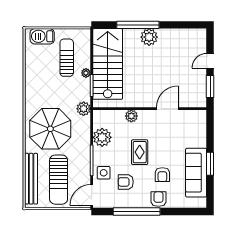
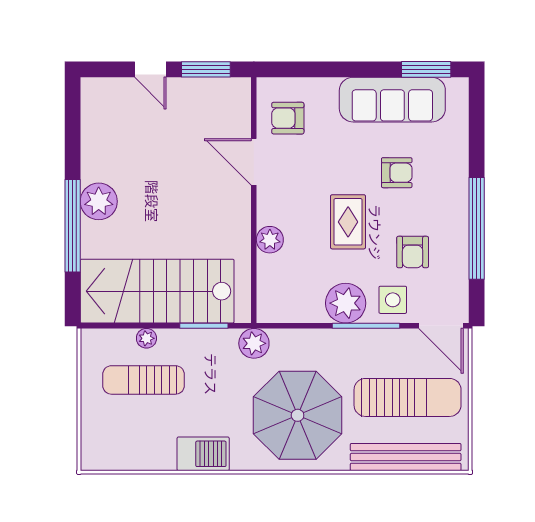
barbecue: (42, 36) -> (203, 454), moved, turned -90
plant: (86, 73) -> (146, 338), moved
plant: (102, 137) -> (346, 303), moved
rug: (140, 152) -> (348, 222), turned 90
window: (210, 164) -> (426, 69), moved
armchair: (158, 199) -> (288, 118), moved

